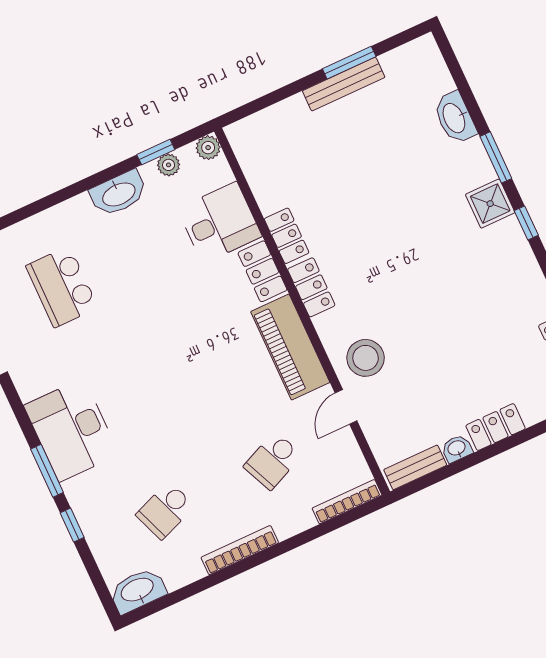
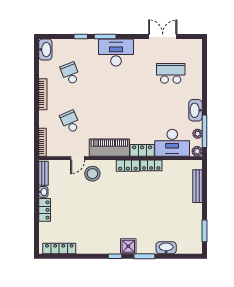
window: (349, 63) -> (205, 231), moved
bench: (344, 84) -> (198, 186), moved
window: (156, 152) -> (205, 131), width x2.17
desk: (220, 223) -> (172, 143), width x1.37
door: (346, 407) -> (78, 158), swing flipped

